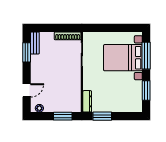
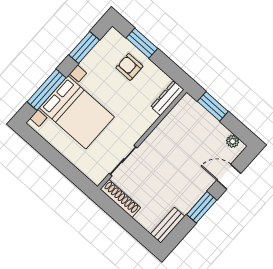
window: (27, 52) -> (202, 207), moved
armchair: (117, 100) -> (129, 67), added
window: (102, 116) -> (142, 43), moved

